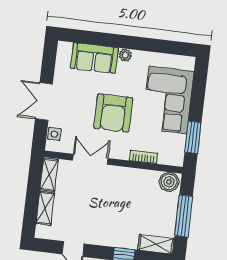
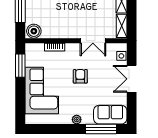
window: (94, 38) -> (101, 129), added
sofa: (94, 58) -> (110, 115), moved
double door: (44, 101) -> (132, 79), swing flipped
armchair: (113, 113) -> (80, 76), width x0.53, depth x0.53

